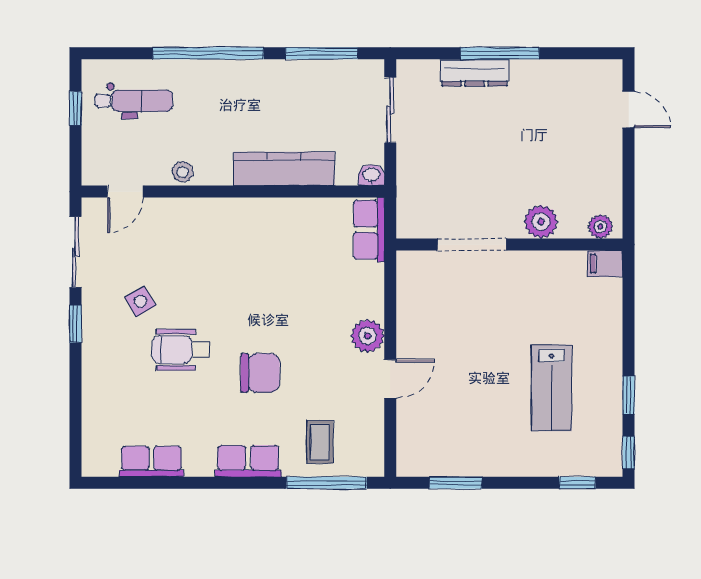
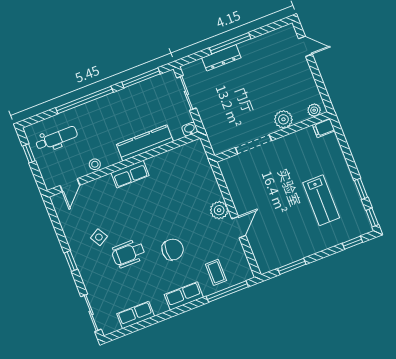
row of seats: (369, 230) -> (130, 174), moved, turned -90
sliding door: (75, 252) -> (91, 313), moved

